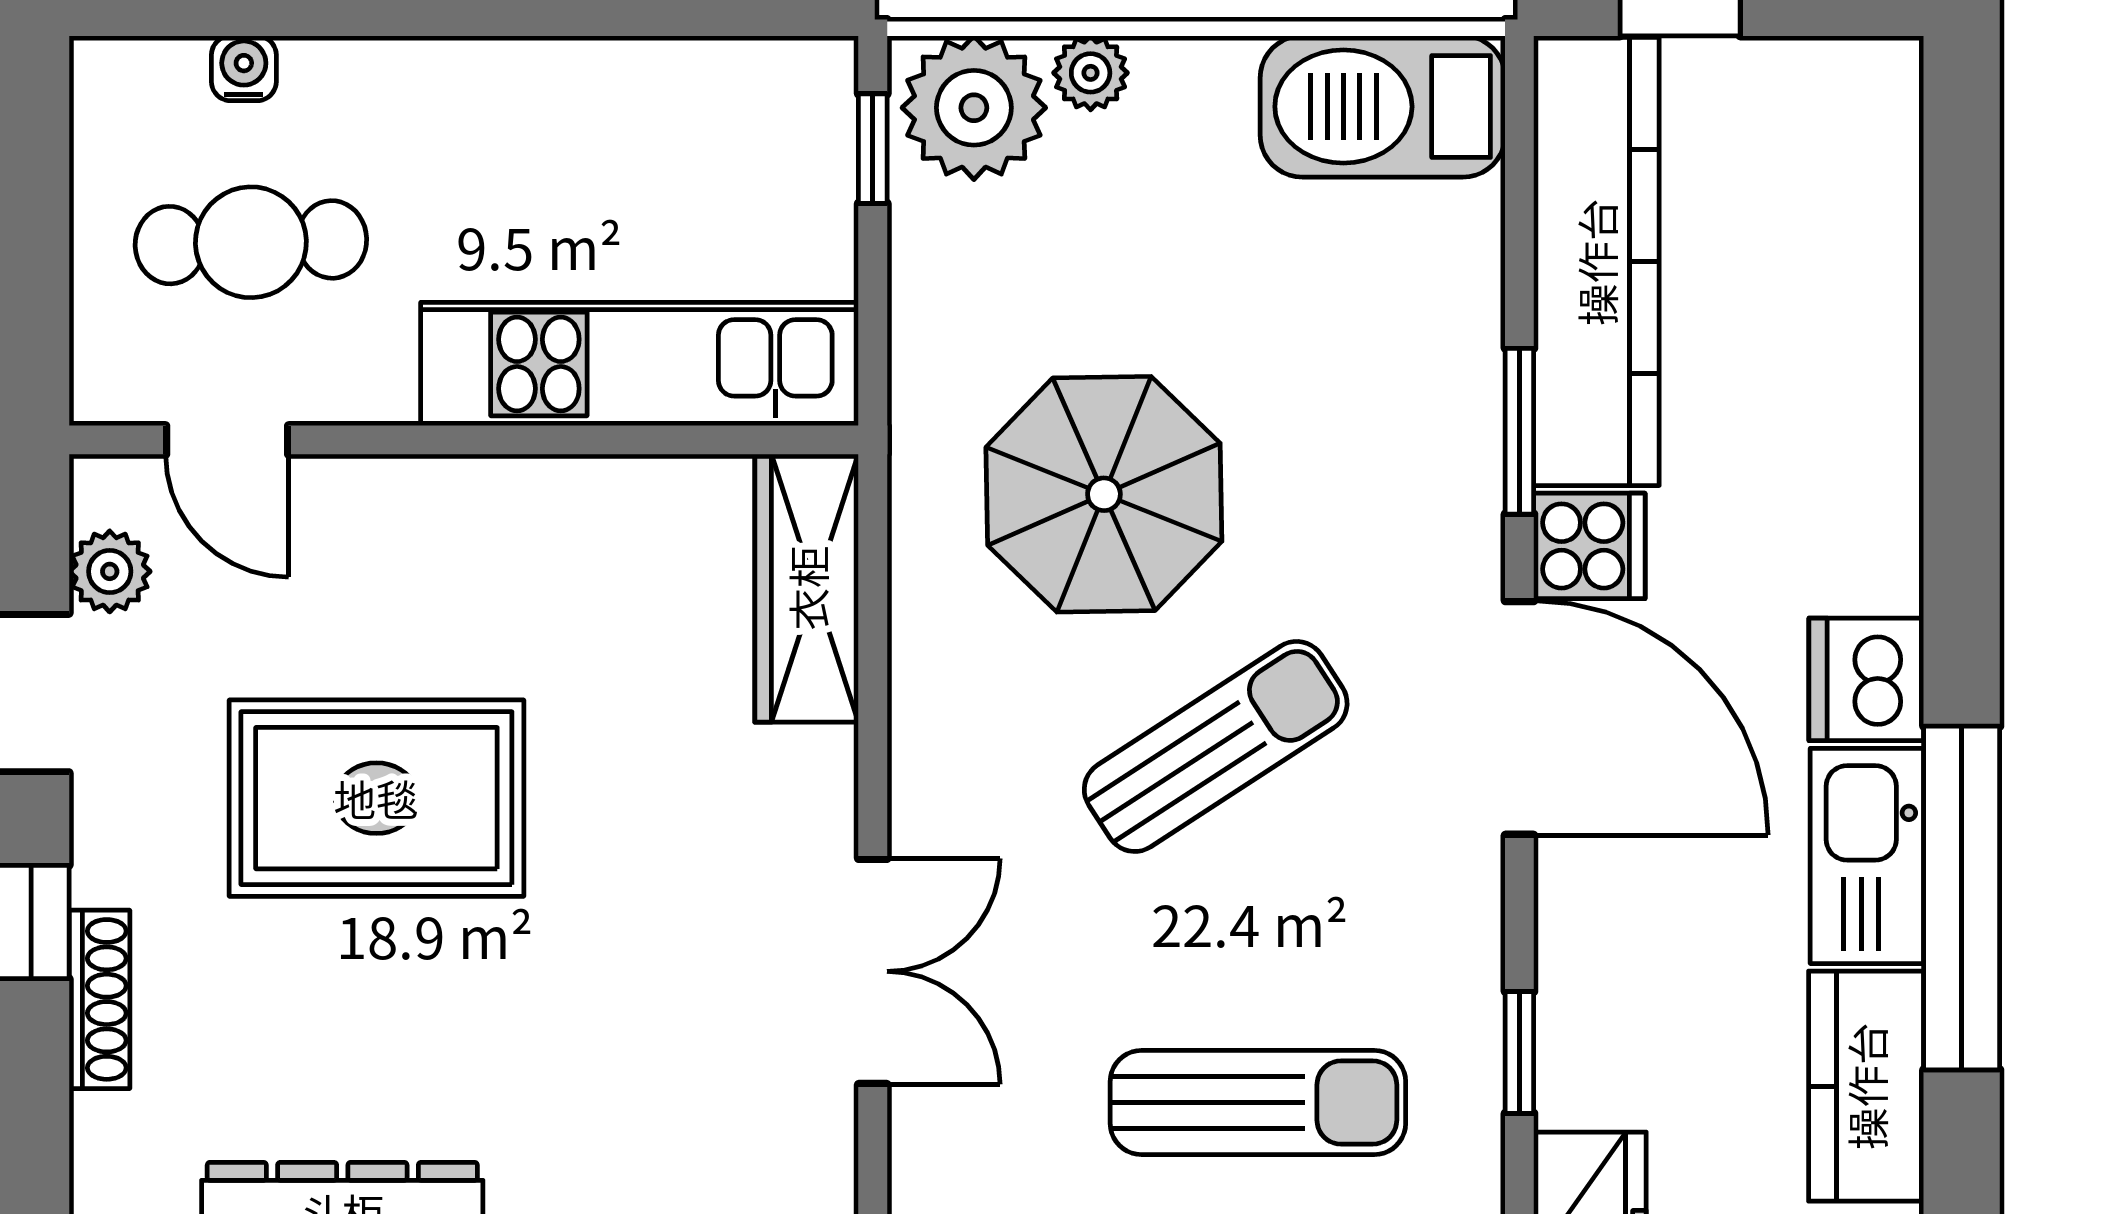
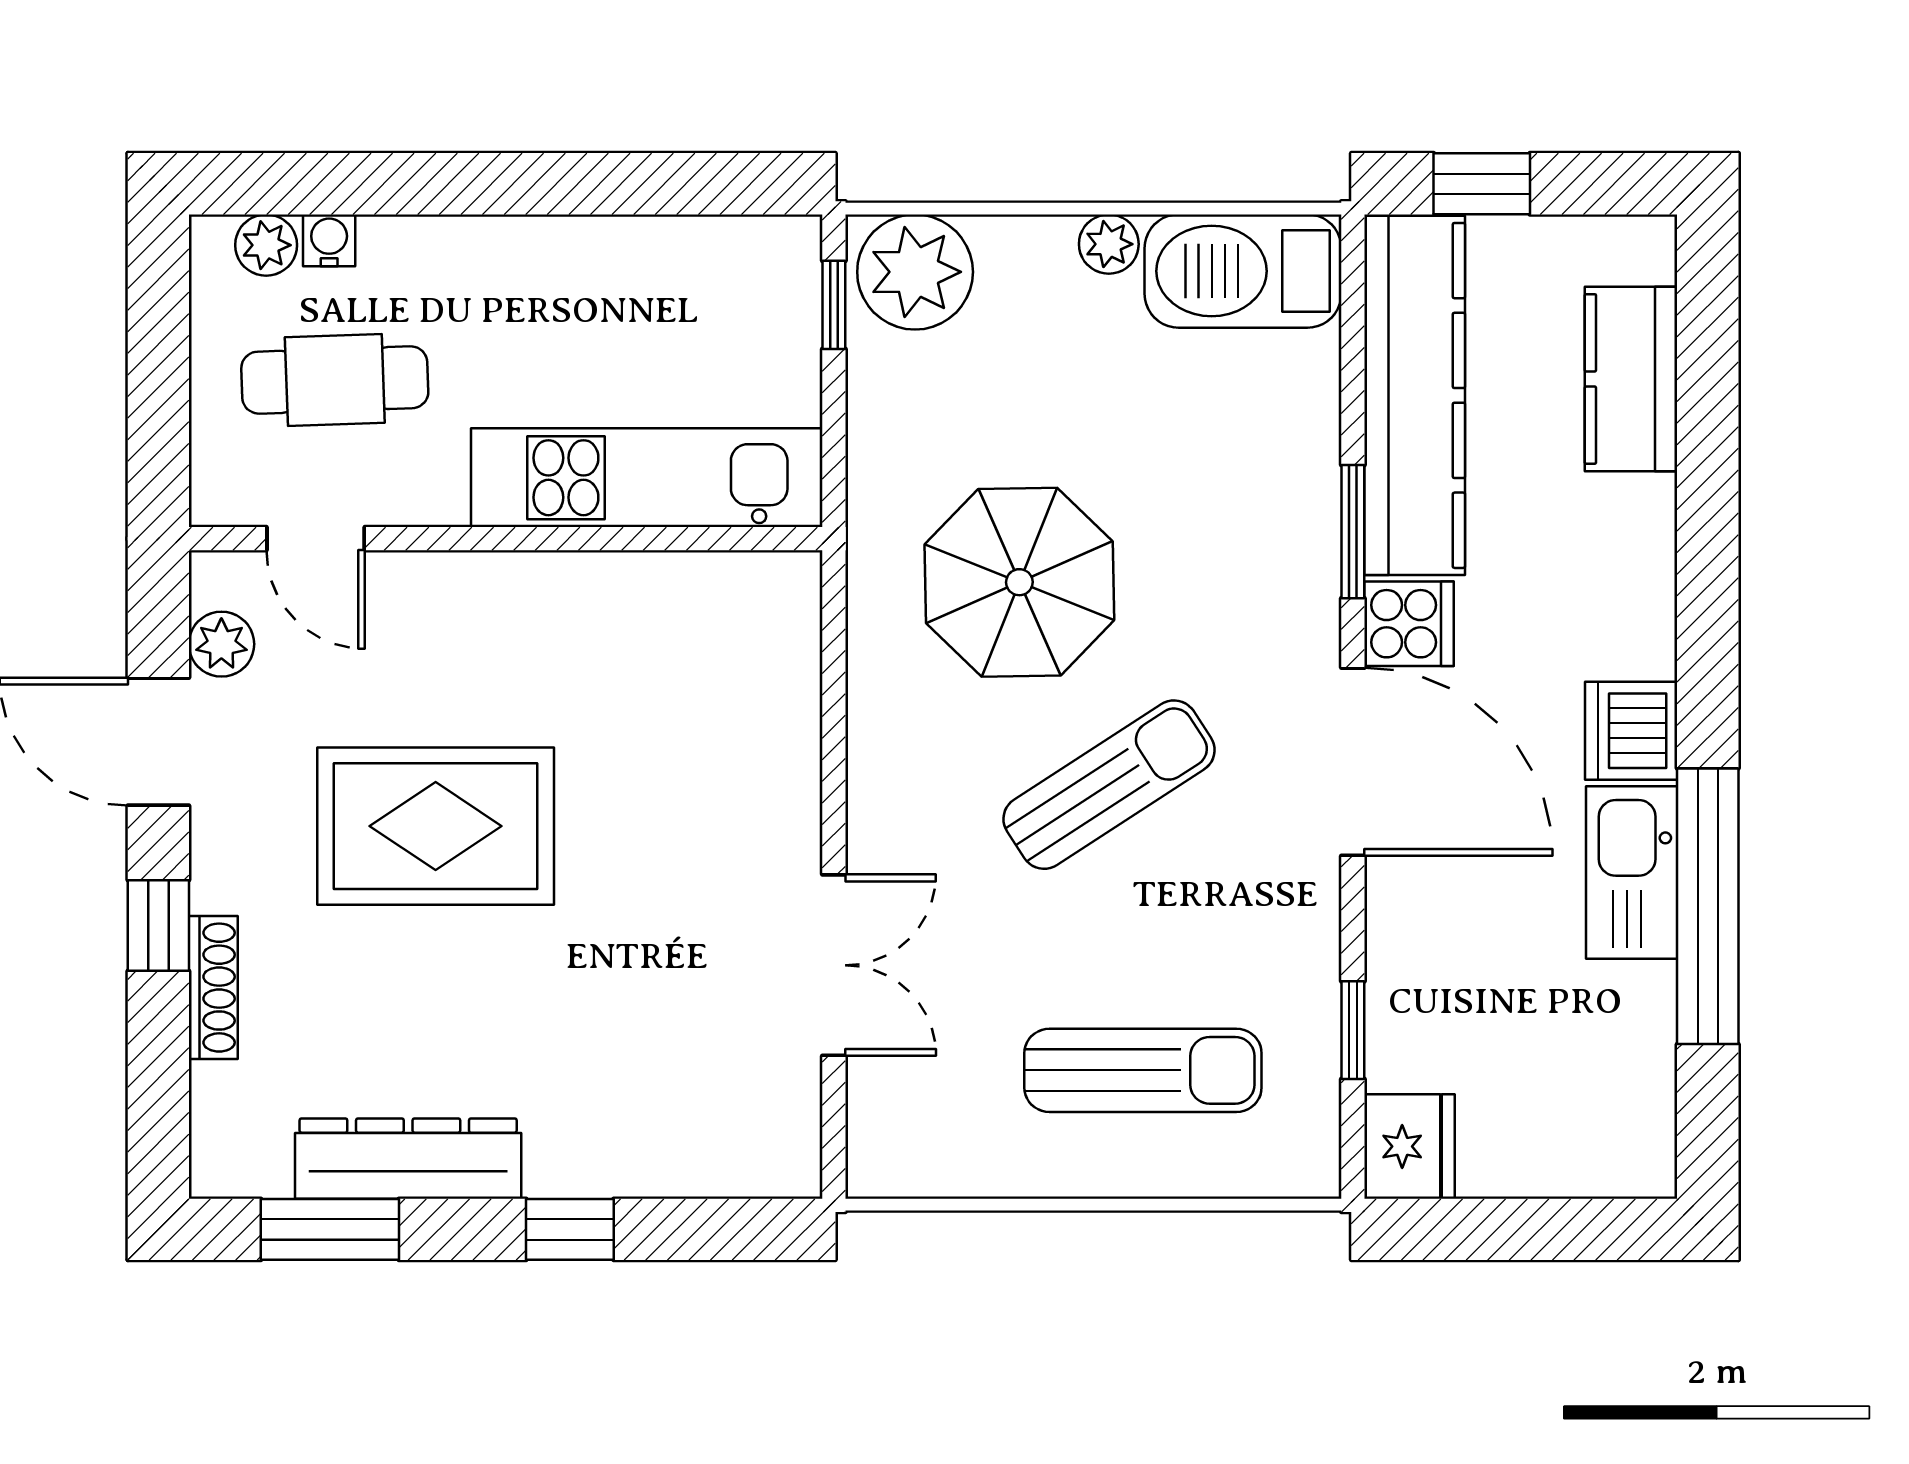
plant: (1091, 73) -> (1109, 244), moved
plant: (165, 74) -> (266, 245), added
wardrobe: (807, 588) -> (781, 658), removed
kitchen counter: (1866, 1086) -> (1631, 379), moved

